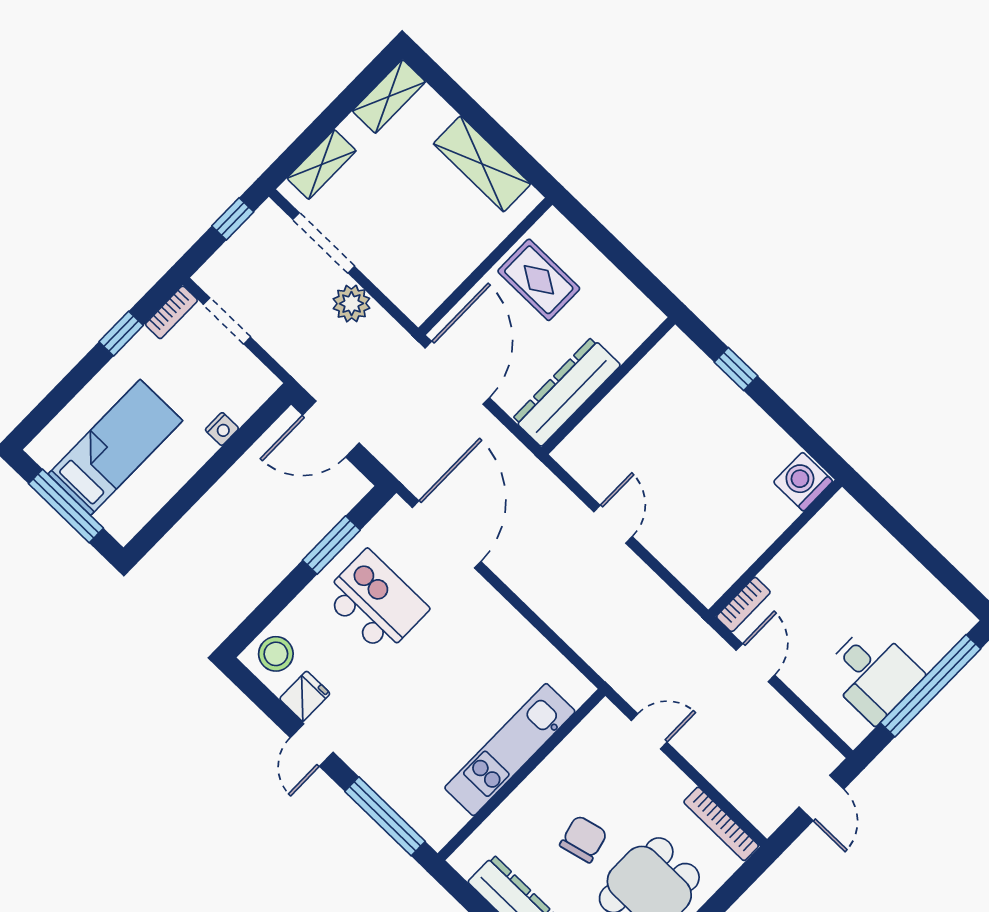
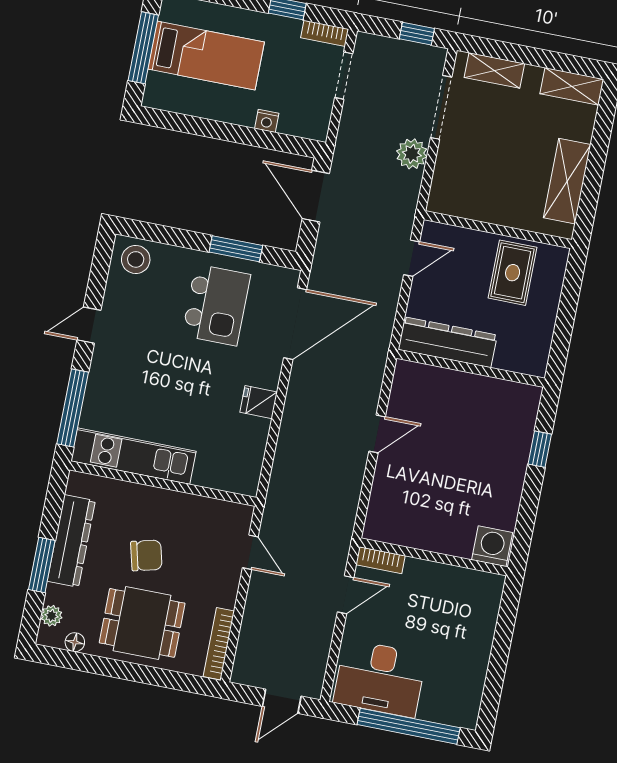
door: (457, 373) -> (412, 258), width x0.53
desk: (873, 673) -> (380, 678), width x1.37
fridge: (305, 696) -> (259, 402), moved, turned 180
kitchen unit: (510, 750) -> (133, 456), moved

